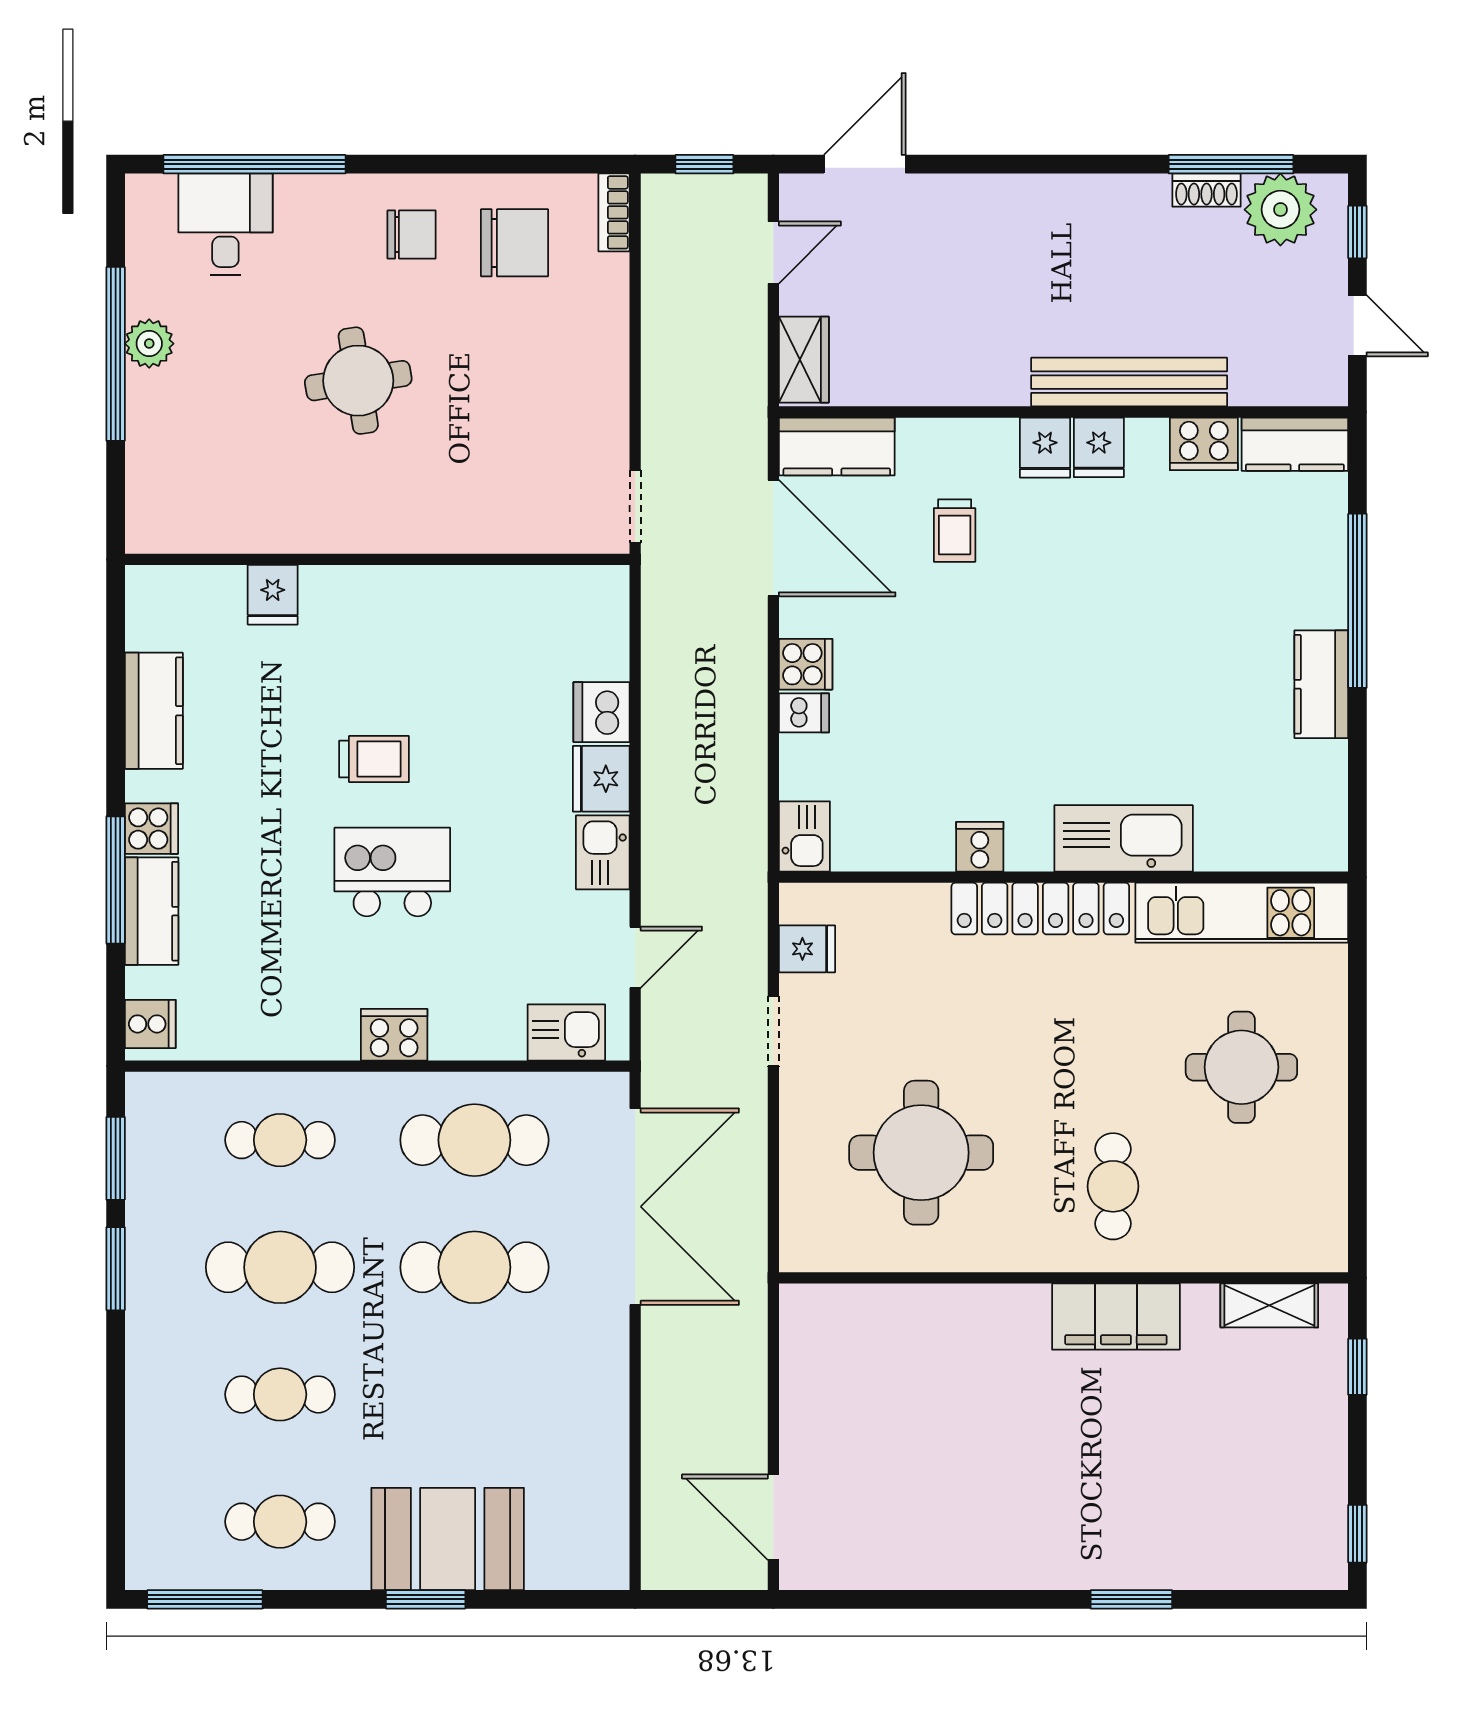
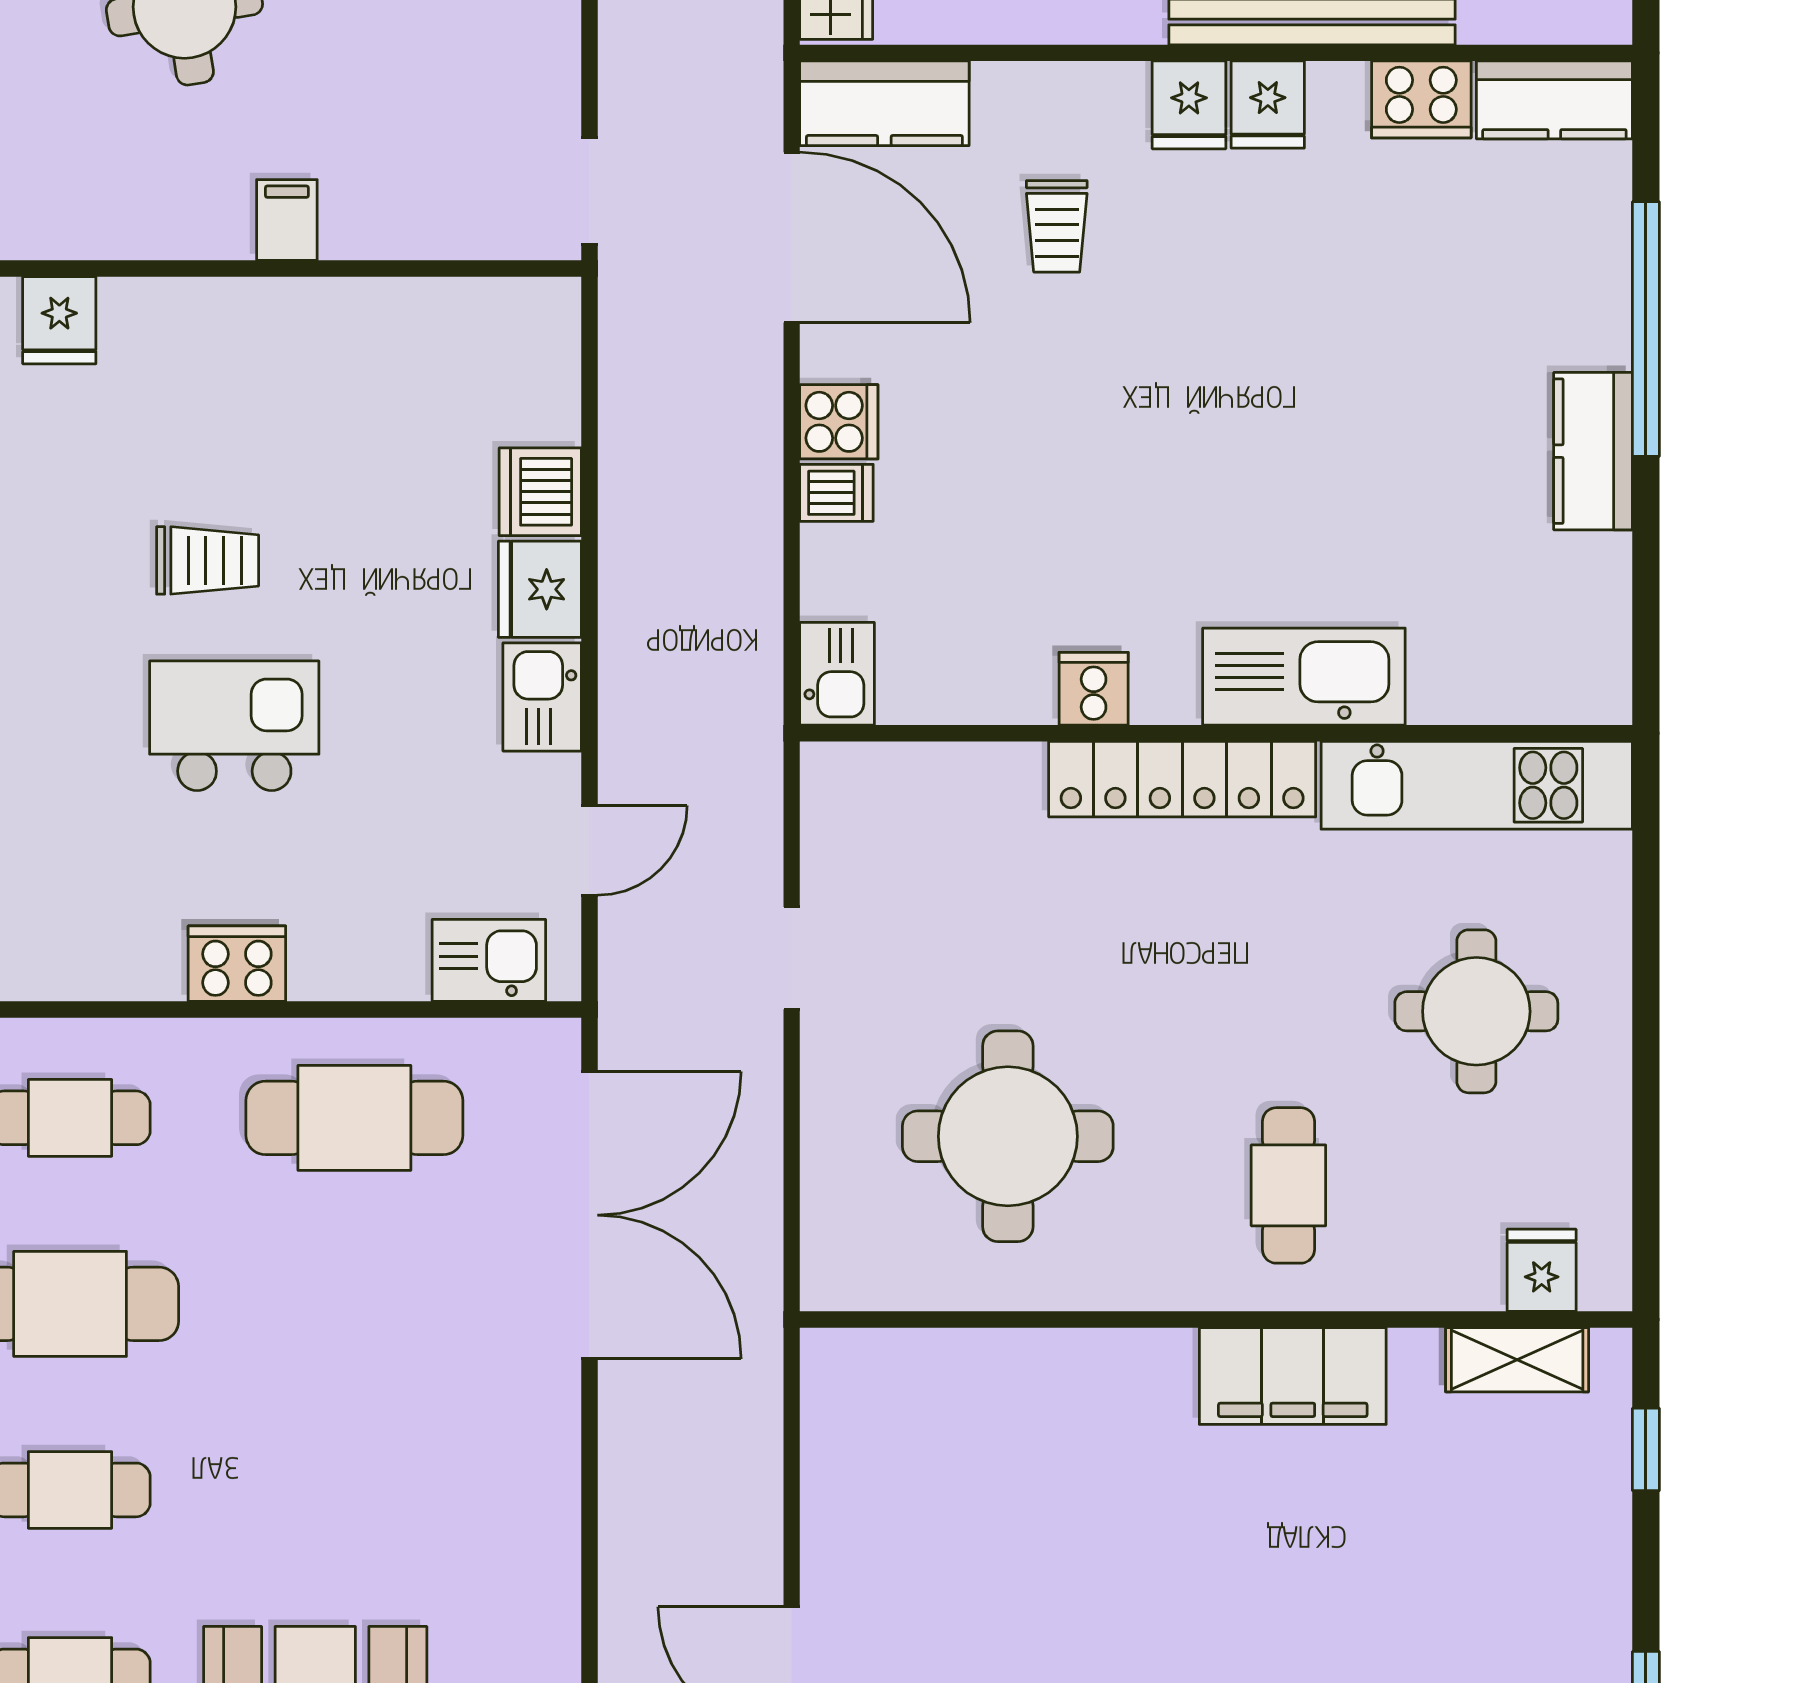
filing cabinet: (428, 526) -> (287, 220), added
fridge: (807, 949) -> (1542, 1270), moved, turned -90
cafe table: (474, 1267) -> (354, 1304), removed

